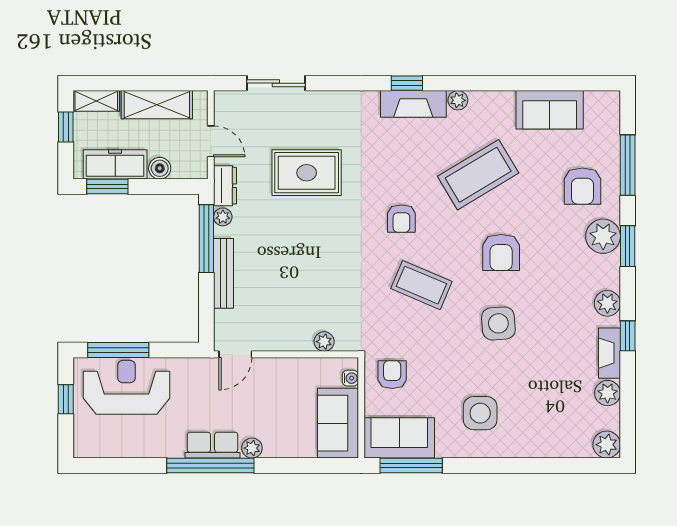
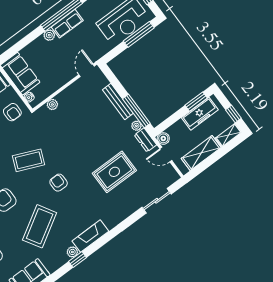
window: (407, 83) -> (78, 260), moved
boiler: (160, 168) -> (163, 138), moved

